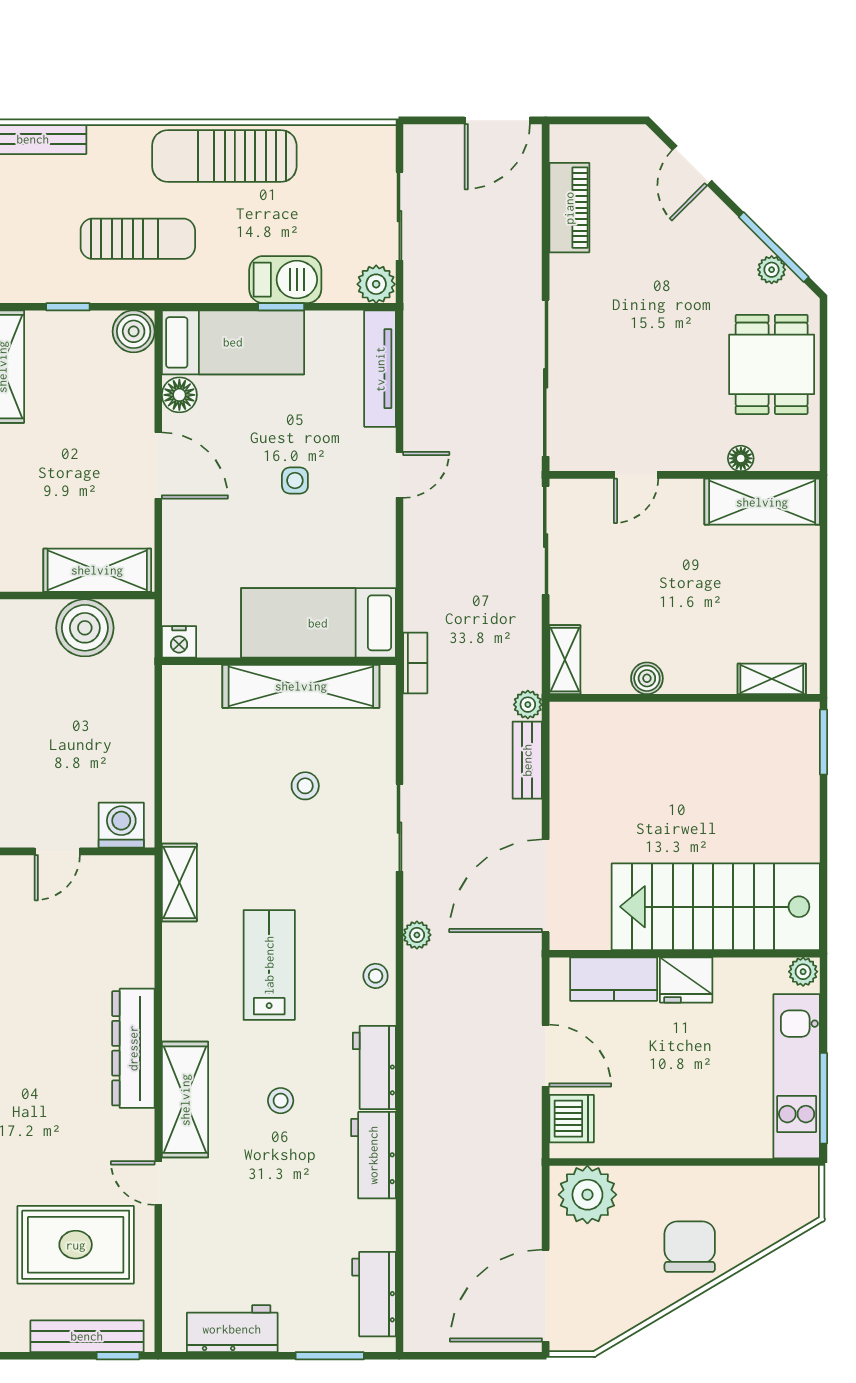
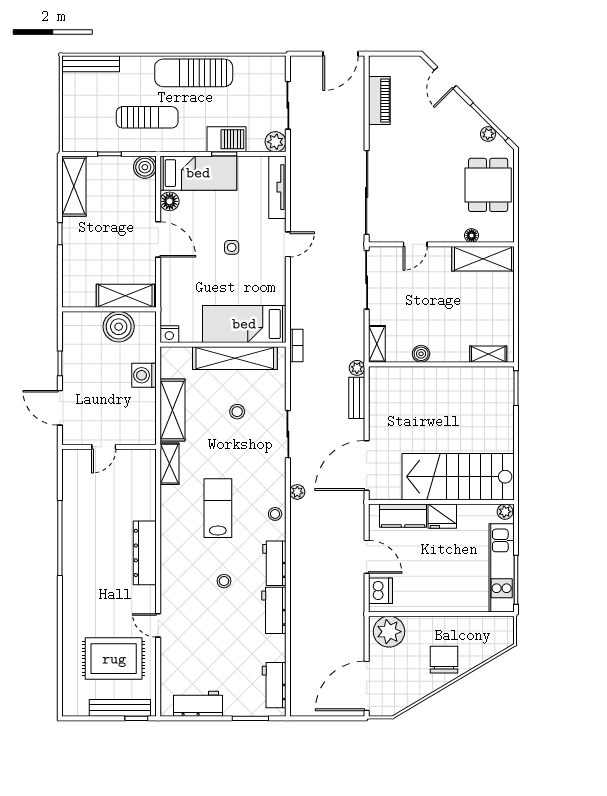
washing machine: (121, 825) -> (144, 375), moved, turned -90
shelving: (185, 1100) -> (173, 410), moved

